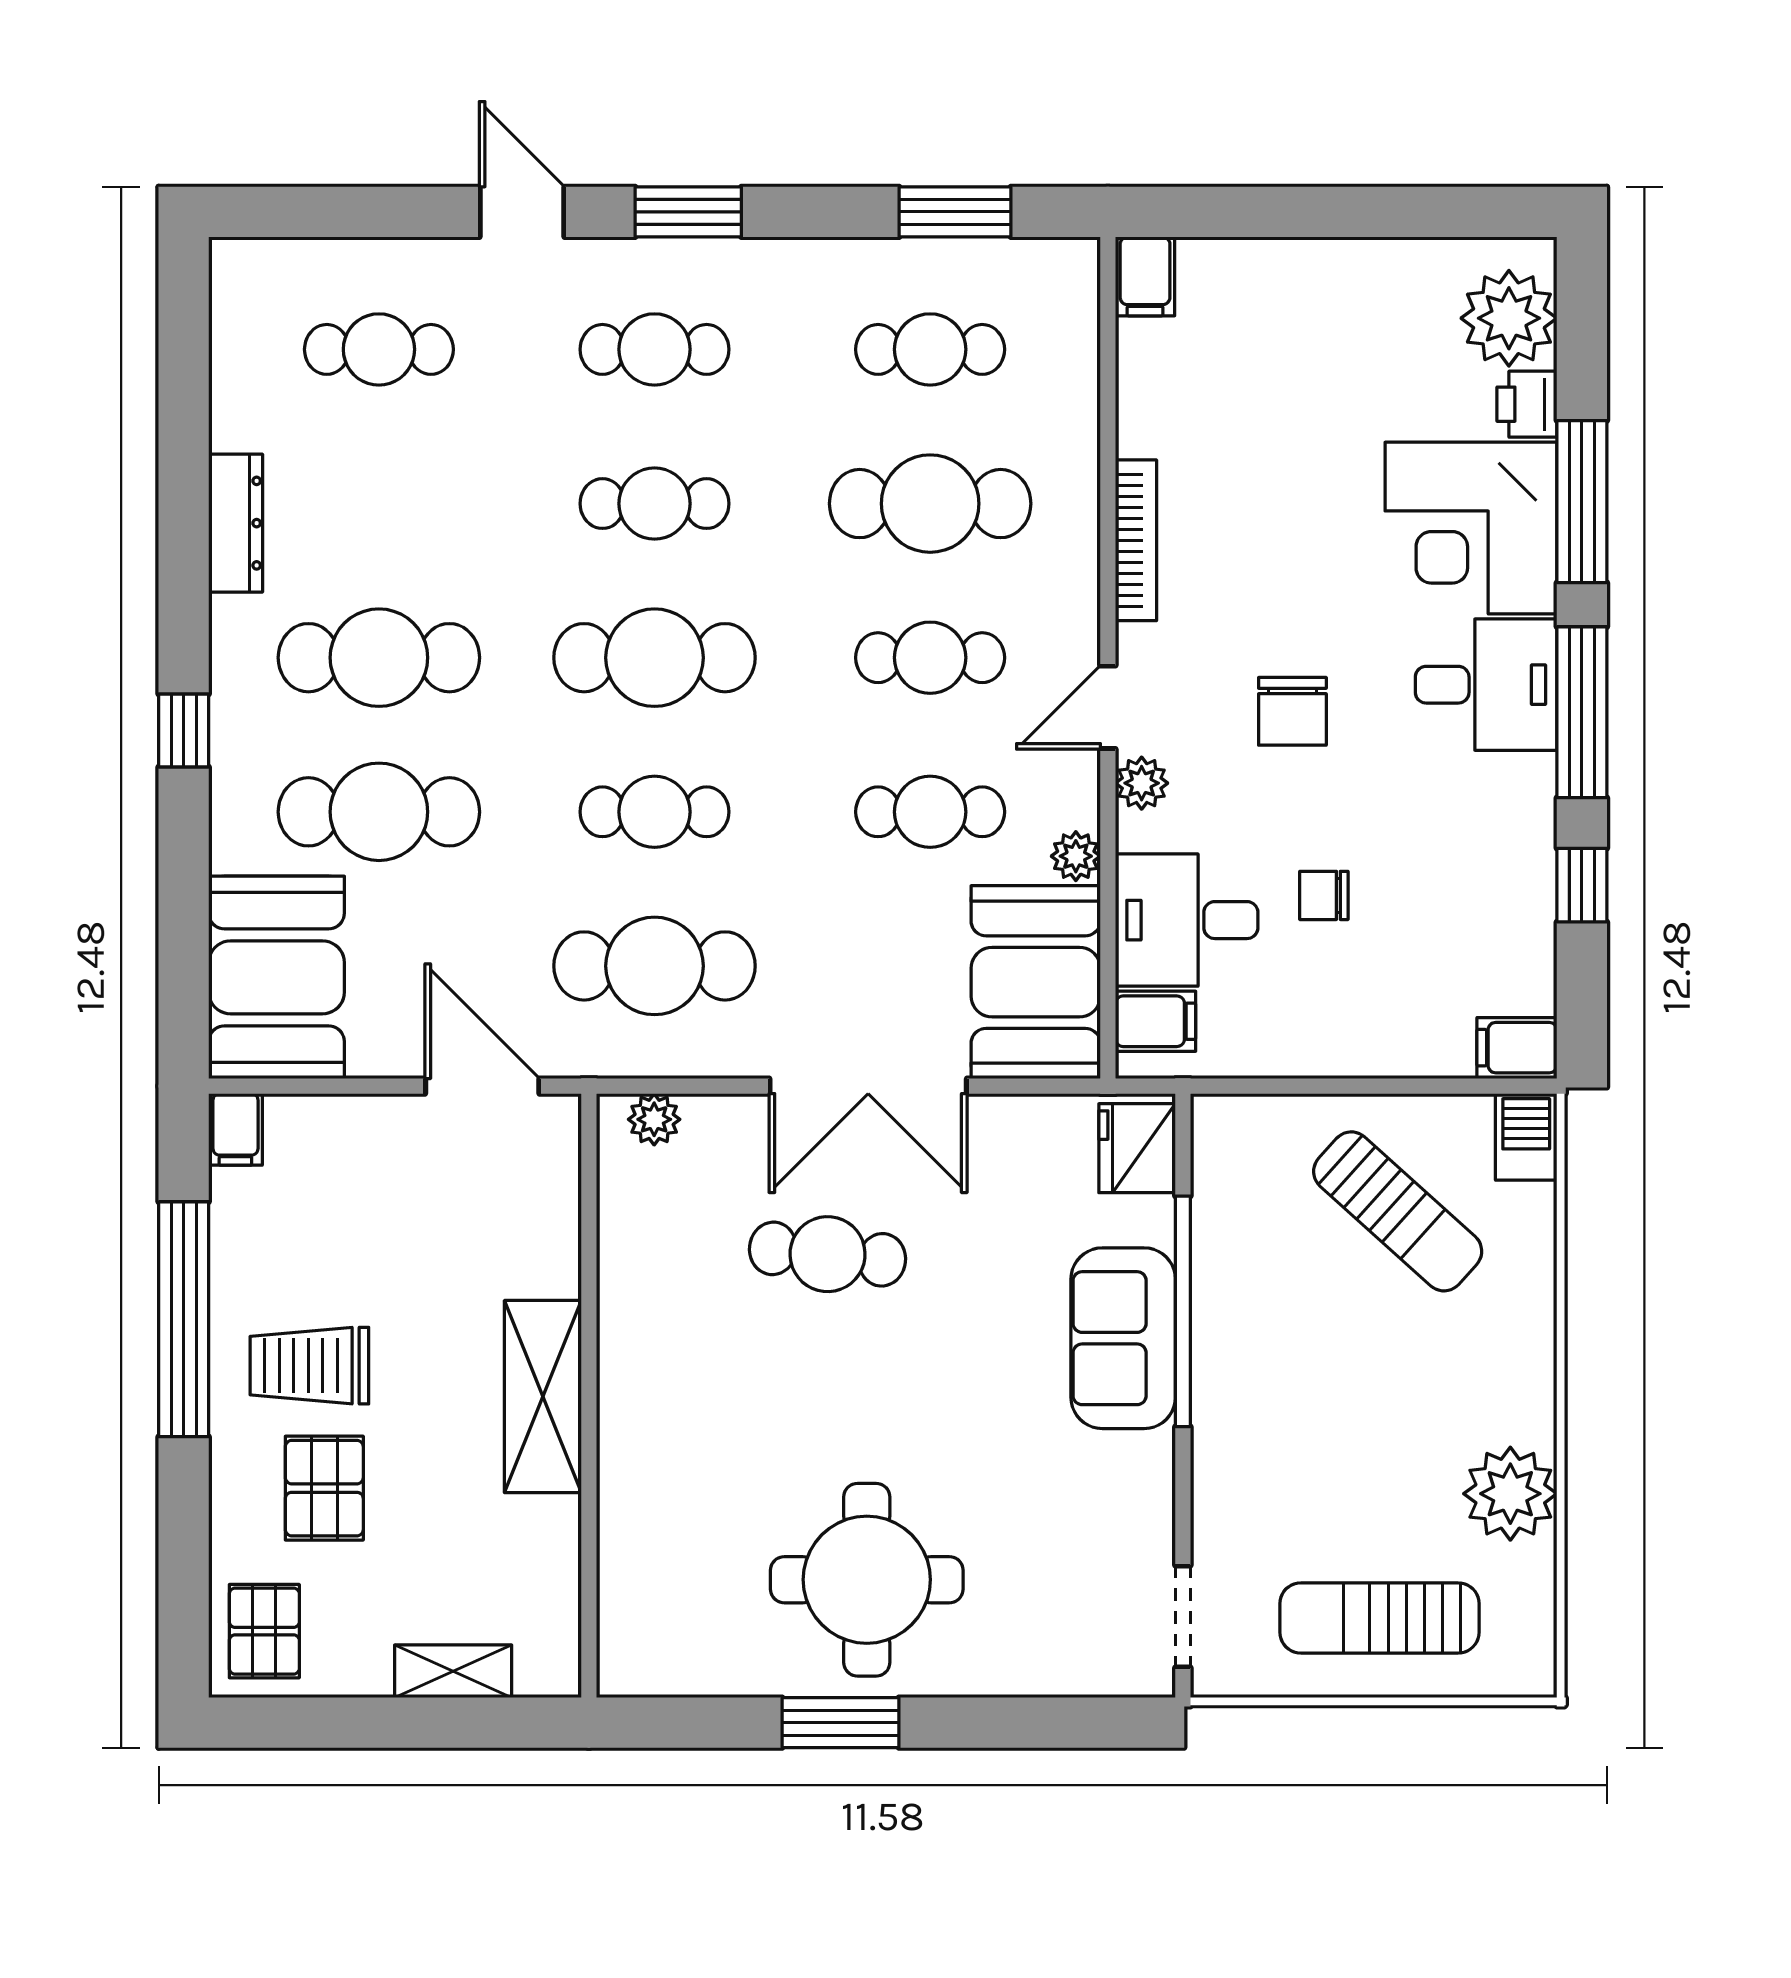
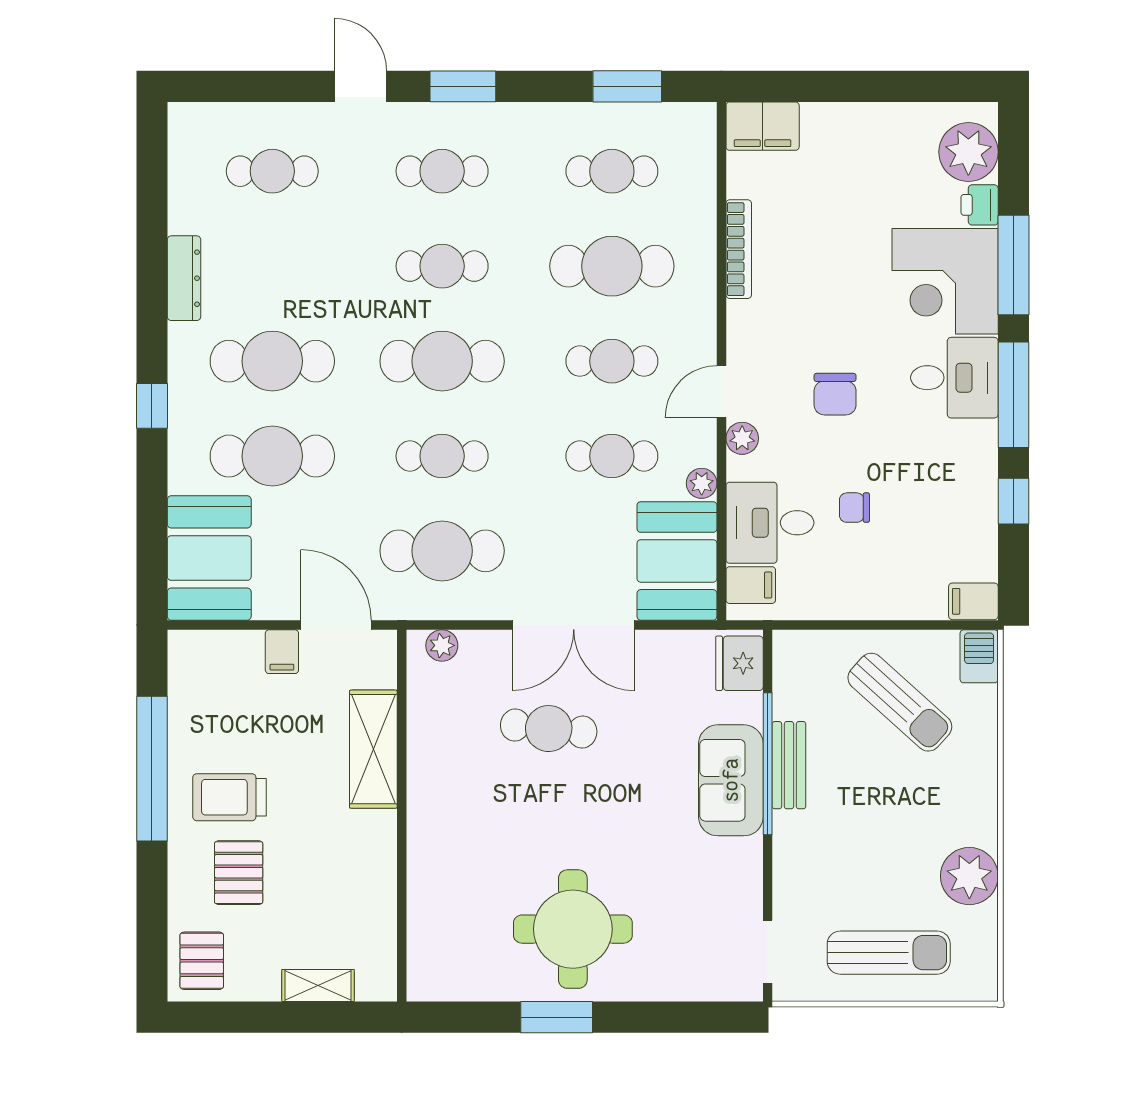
filing cabinet: (1145, 276) -> (763, 126), width x2.00
bookcase: (1136, 540) -> (739, 249), moved
filing cabinet: (235, 1129) -> (282, 652), moved
bench: (1218, 1314) -> (789, 765), added
shelving: (543, 1397) -> (373, 749), moved
sun lounger: (1379, 1618) -> (889, 953), turned 180

